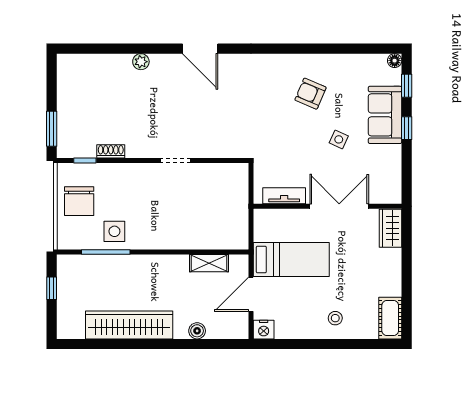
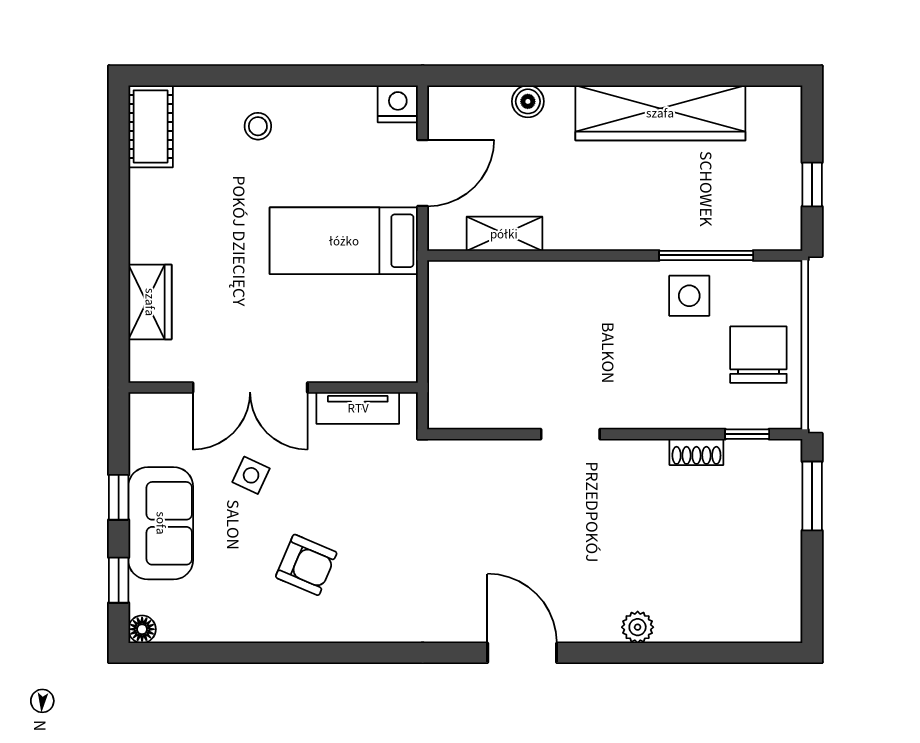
tv unit: (284, 196) -> (358, 408), moved
wall: (327, 206) -> (273, 388), moved
double door: (339, 206) -> (250, 388), moved

